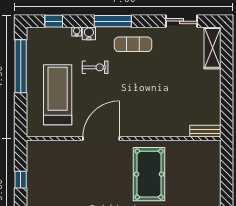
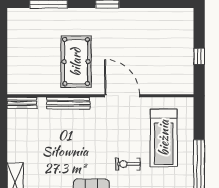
bench: (157, 131) -> (68, 103), added
door: (101, 138) -> (122, 96), swing flipped

